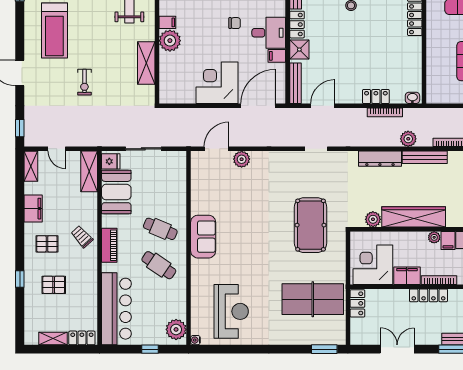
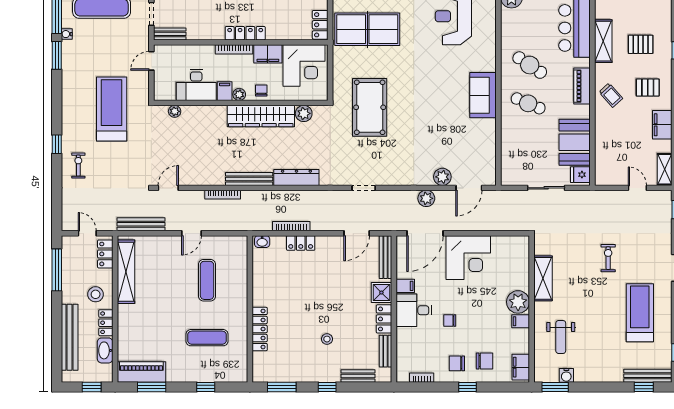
plant: (408, 139) -> (426, 198), moved
shelving: (89, 171) -> (603, 41), moved
chair: (413, 241) -> (261, 90), added

